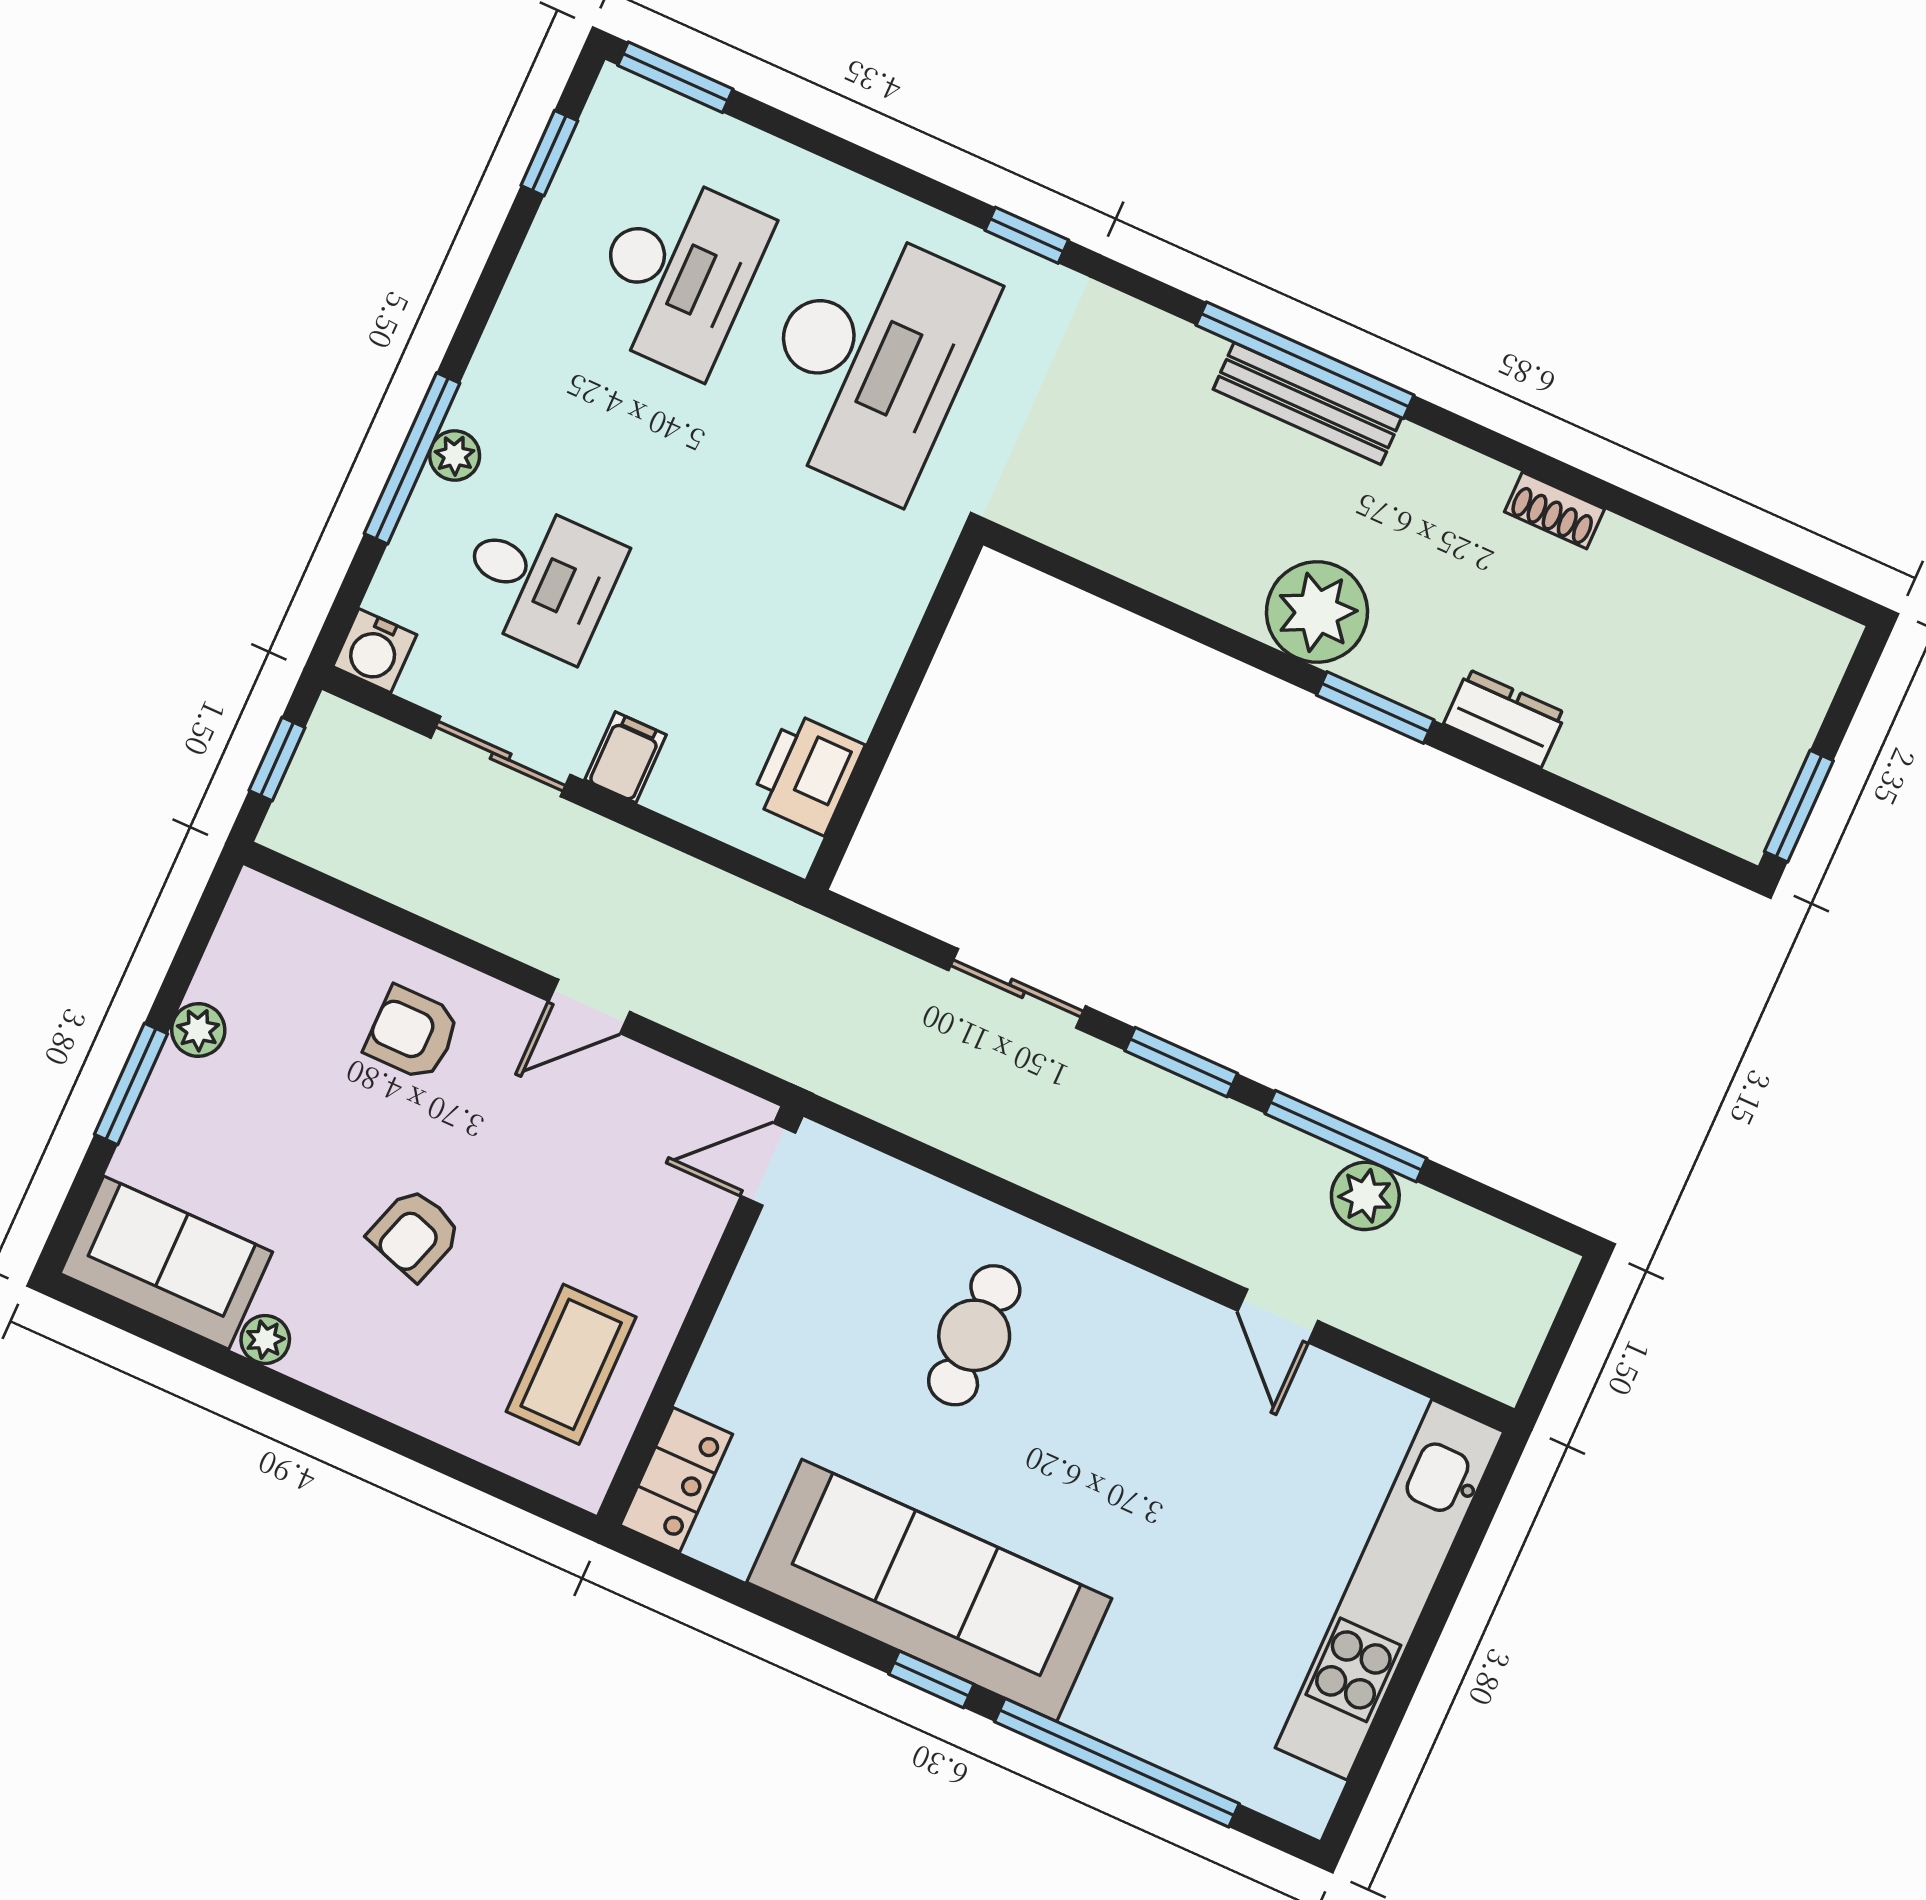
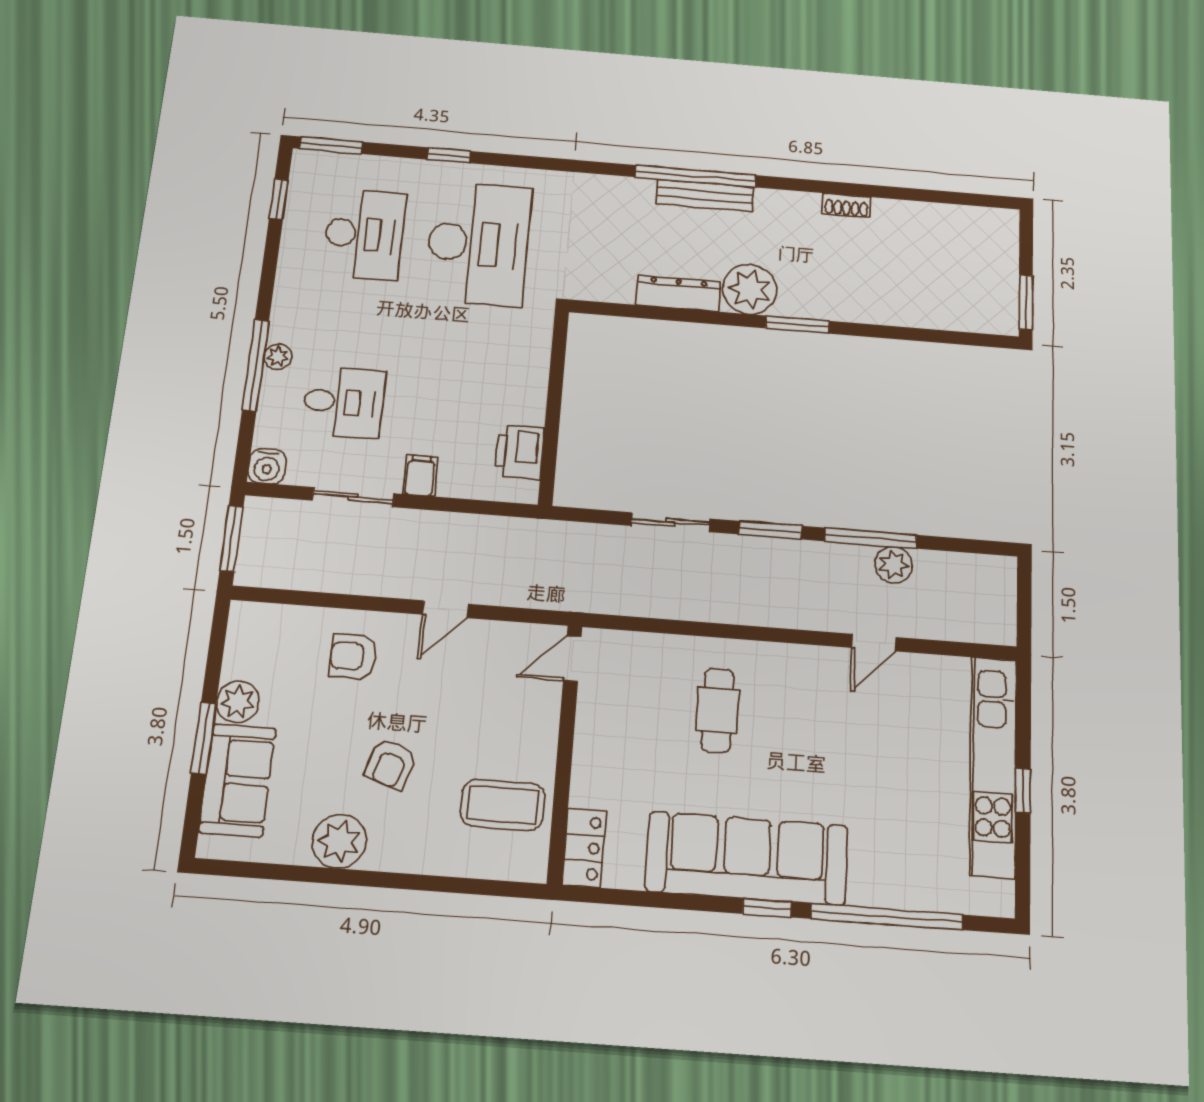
window: (1027, 235) -> (449, 155), moved
dresser: (1505, 718) -> (678, 293), moved, width x1.44
window: (277, 759) -> (231, 539), width x1.50
plant: (198, 1030) -> (238, 702), width x1.38, depth x1.38
sofa: (166, 1263) -> (238, 780), moved, turned 90
door: (1278, 1316) -> (874, 643), hinge flipped
plant: (265, 1339) -> (339, 841), width x1.88, depth x1.88
coffee table: (571, 1364) -> (503, 805), turned 90
window: (1421, 1646) -> (1023, 791), added

